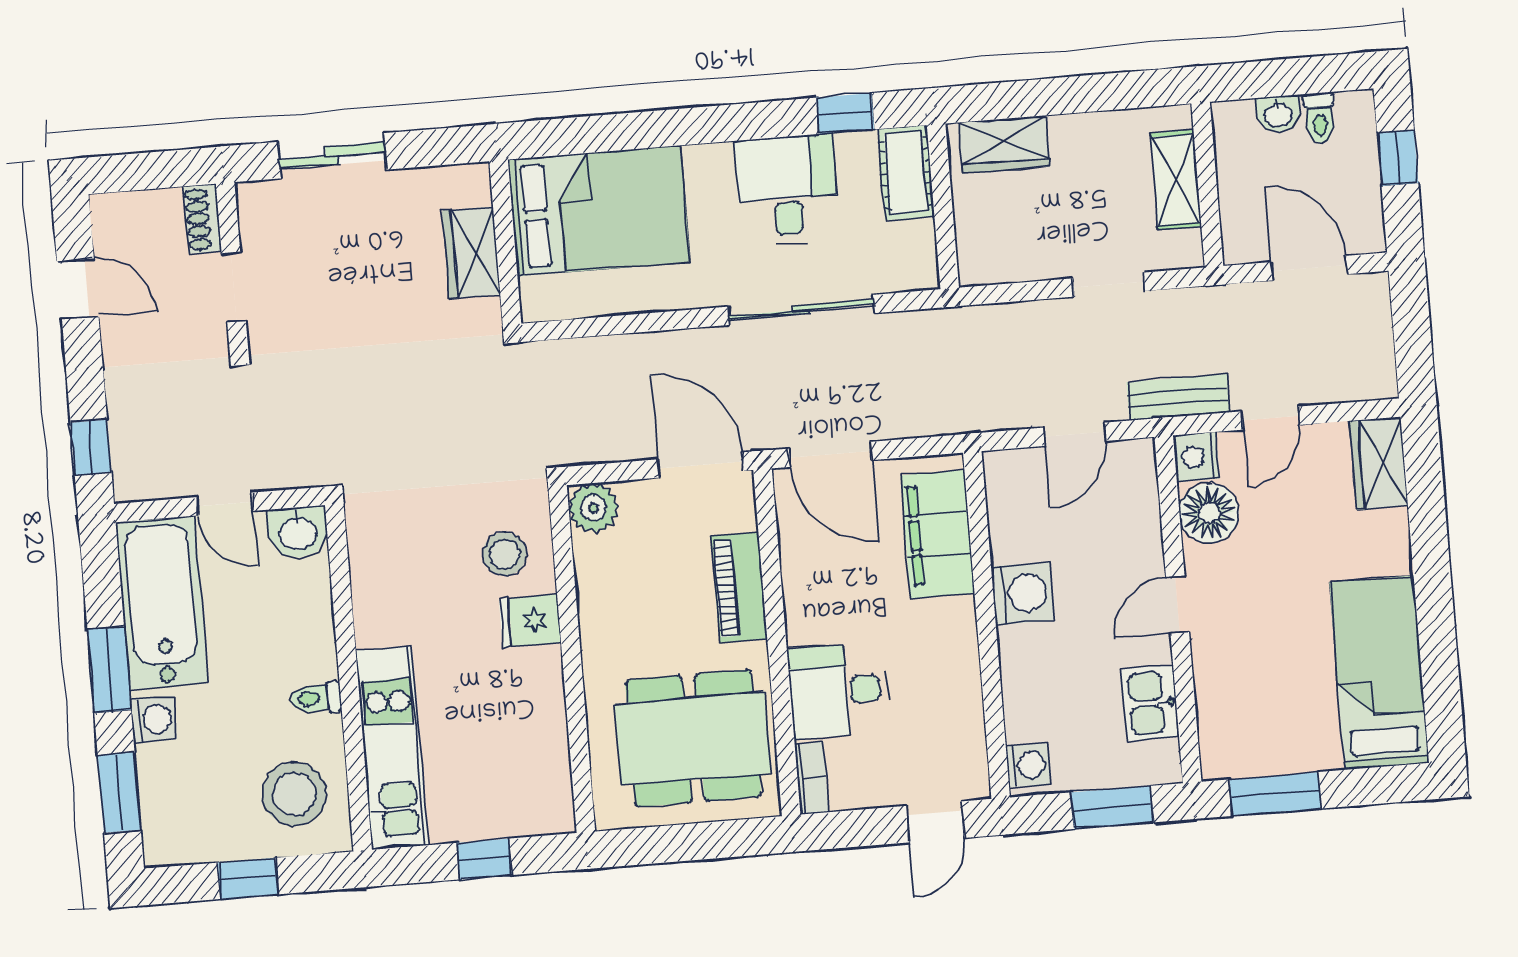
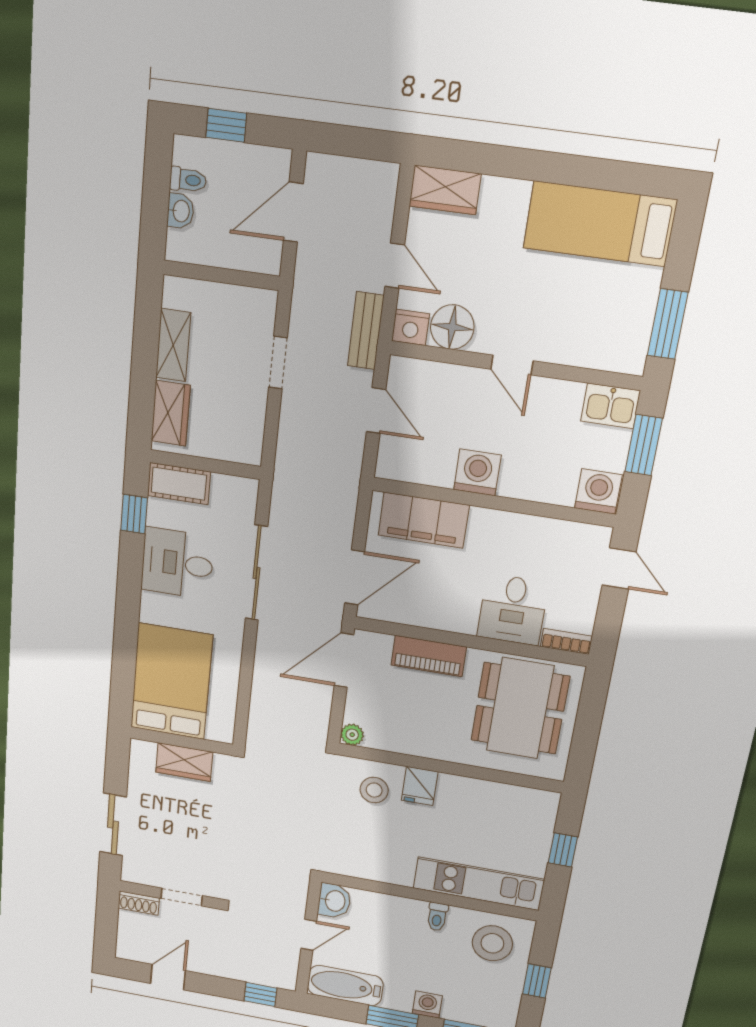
shelving: (1176, 180) -> (173, 345), moved, turned 90
plant: (593, 508) -> (352, 735), width x0.73, depth x0.73
bathtub: (162, 603) -> (345, 985), width x0.73, depth x0.73
kitchen sink: (1150, 703) -> (610, 406), moved
washing machine: (1028, 765) -> (598, 491), width x1.38, depth x1.38

